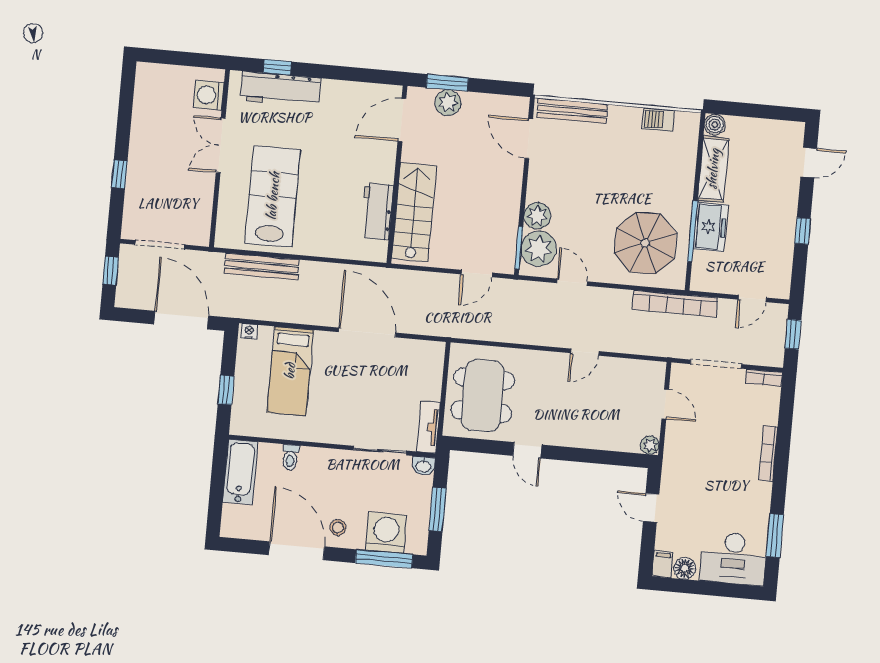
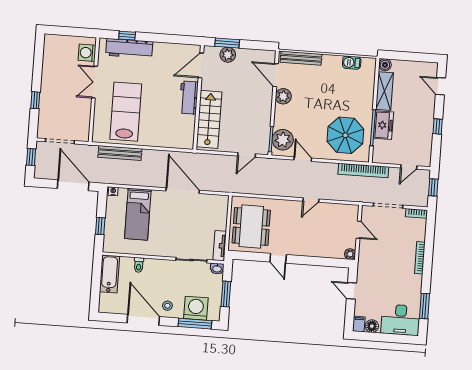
door: (809, 163) -> (441, 86), swing flipped
workbench: (377, 211) -> (189, 98), moved
plant: (537, 216) -> (283, 96), moved

